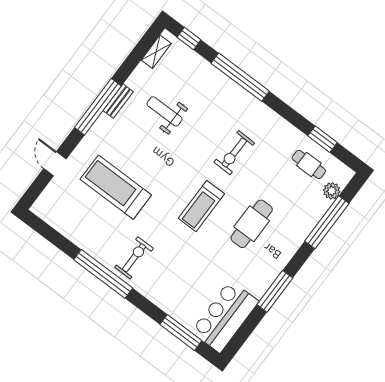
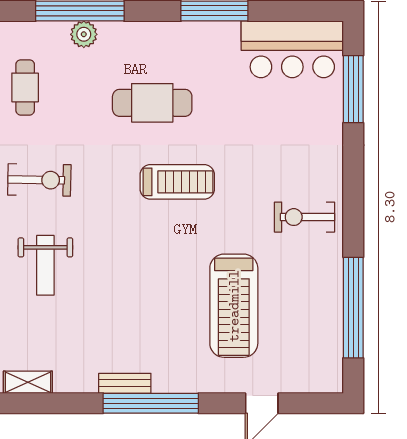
weight bench: (164, 111) -> (45, 265), moved
exercise bike: (234, 153) -> (39, 180), moved
plant: (332, 191) -> (84, 34), moved
window: (103, 274) -> (353, 308), moved

